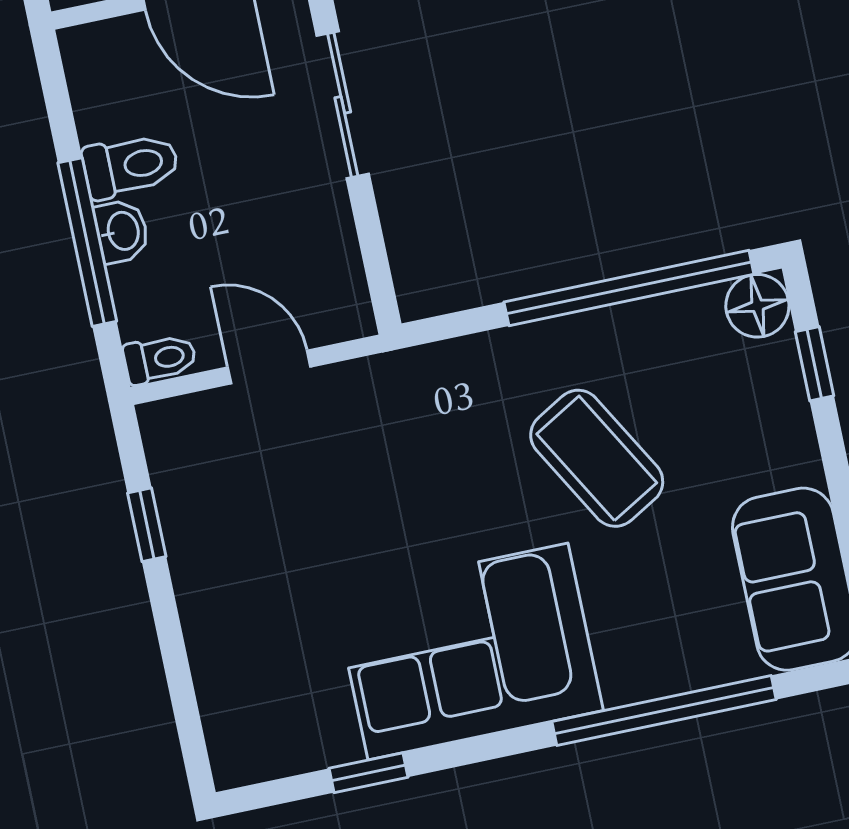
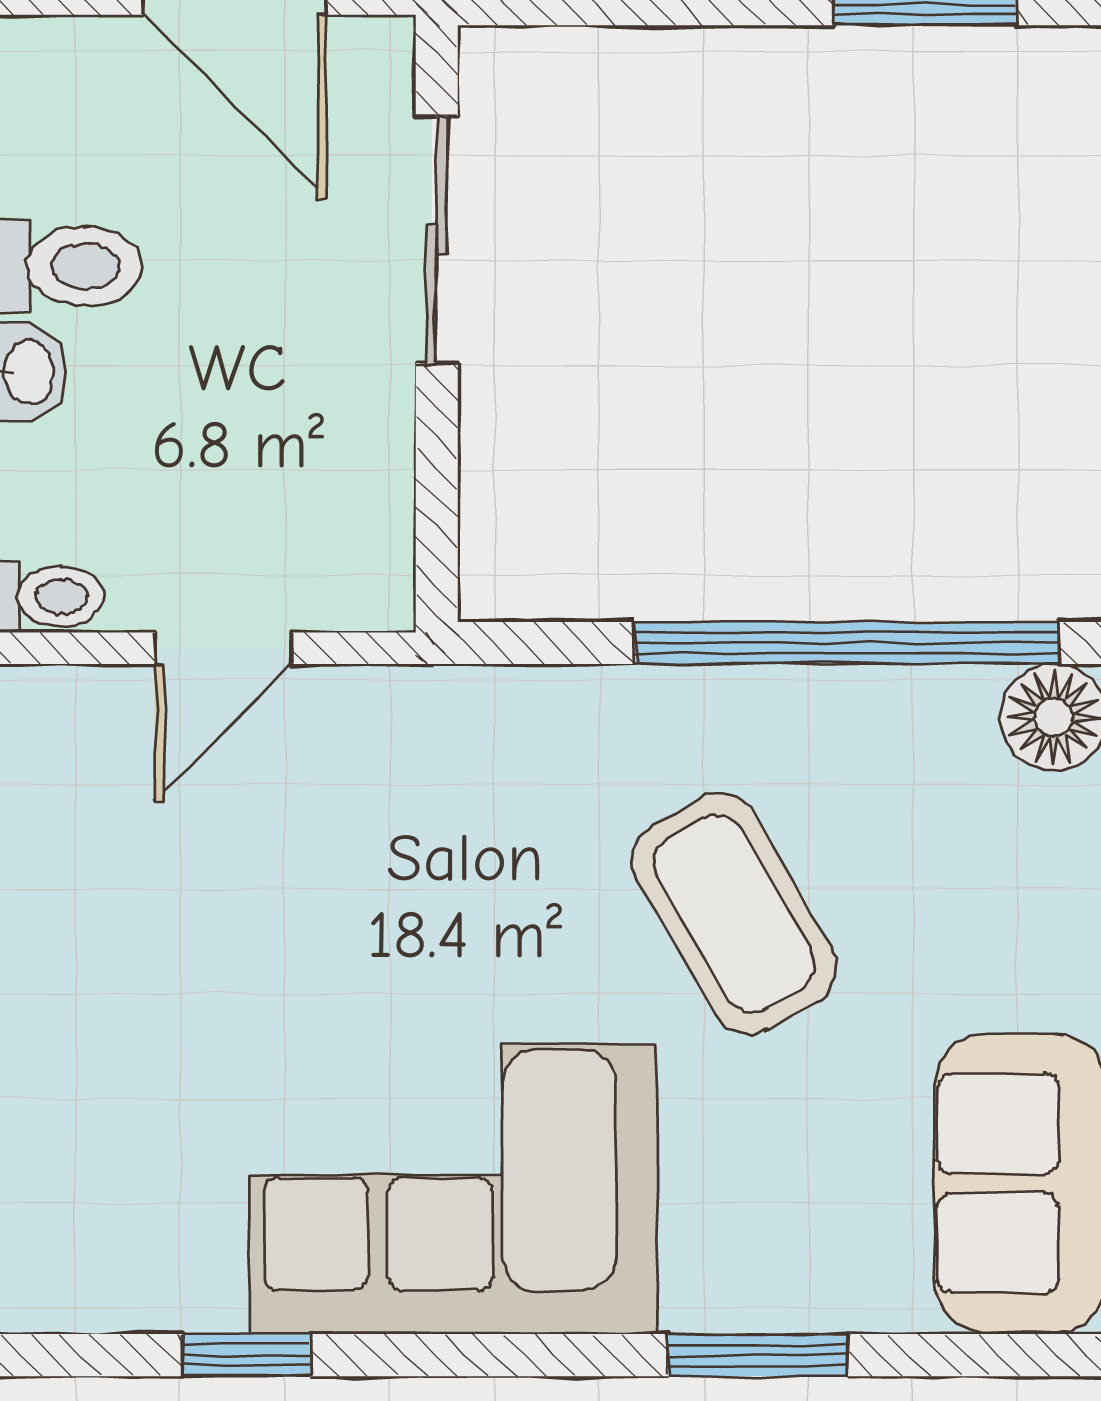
door: (269, 367) -> (223, 648), swing flipped
window: (664, 710) -> (758, 1355), width x0.47

